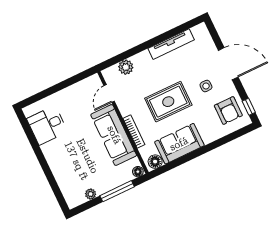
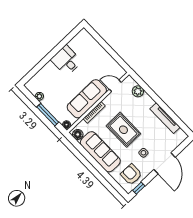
armchair: (228, 111) -> (131, 174), turned 90
desk: (47, 125) -> (66, 60), moved
sofa: (179, 144) -> (100, 152), width x1.36

